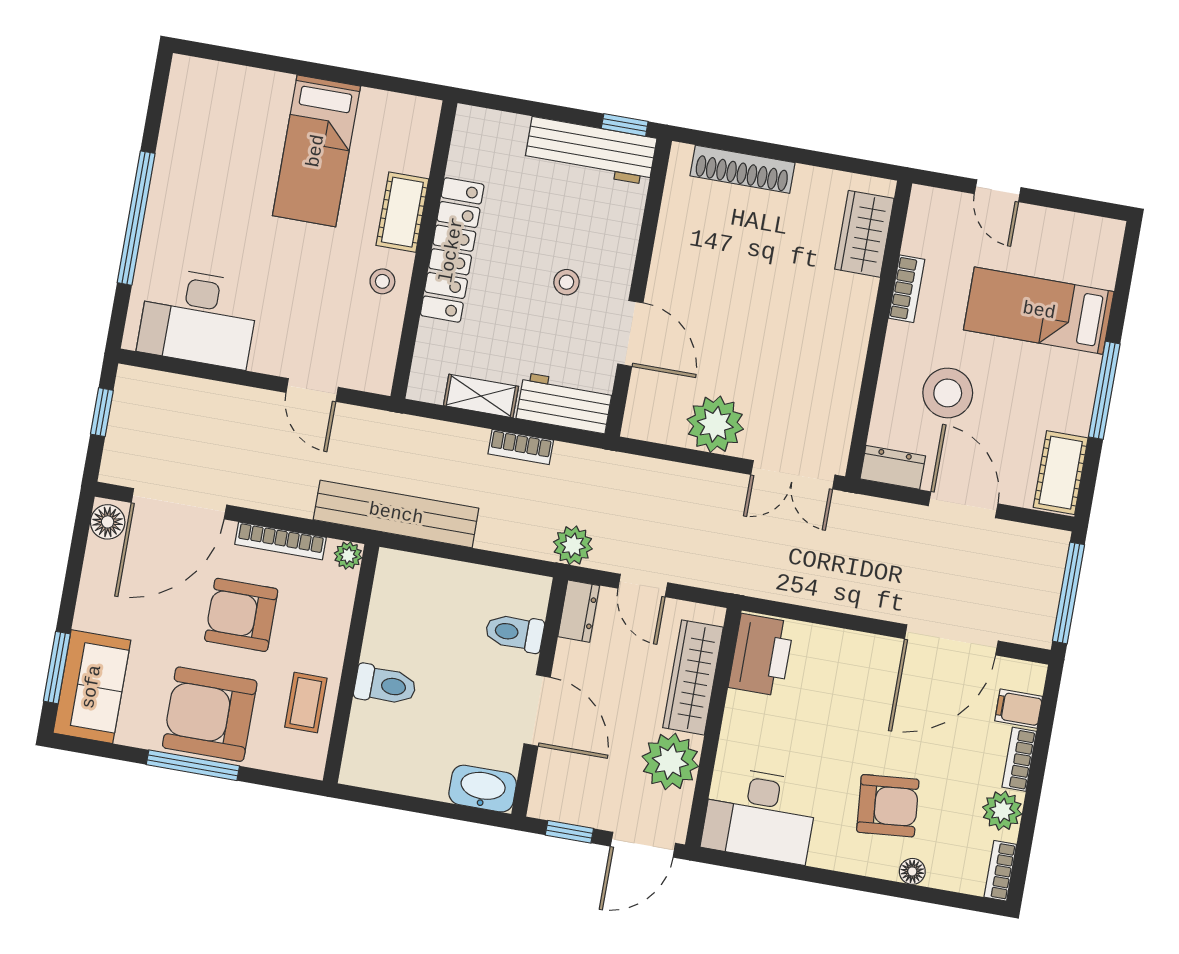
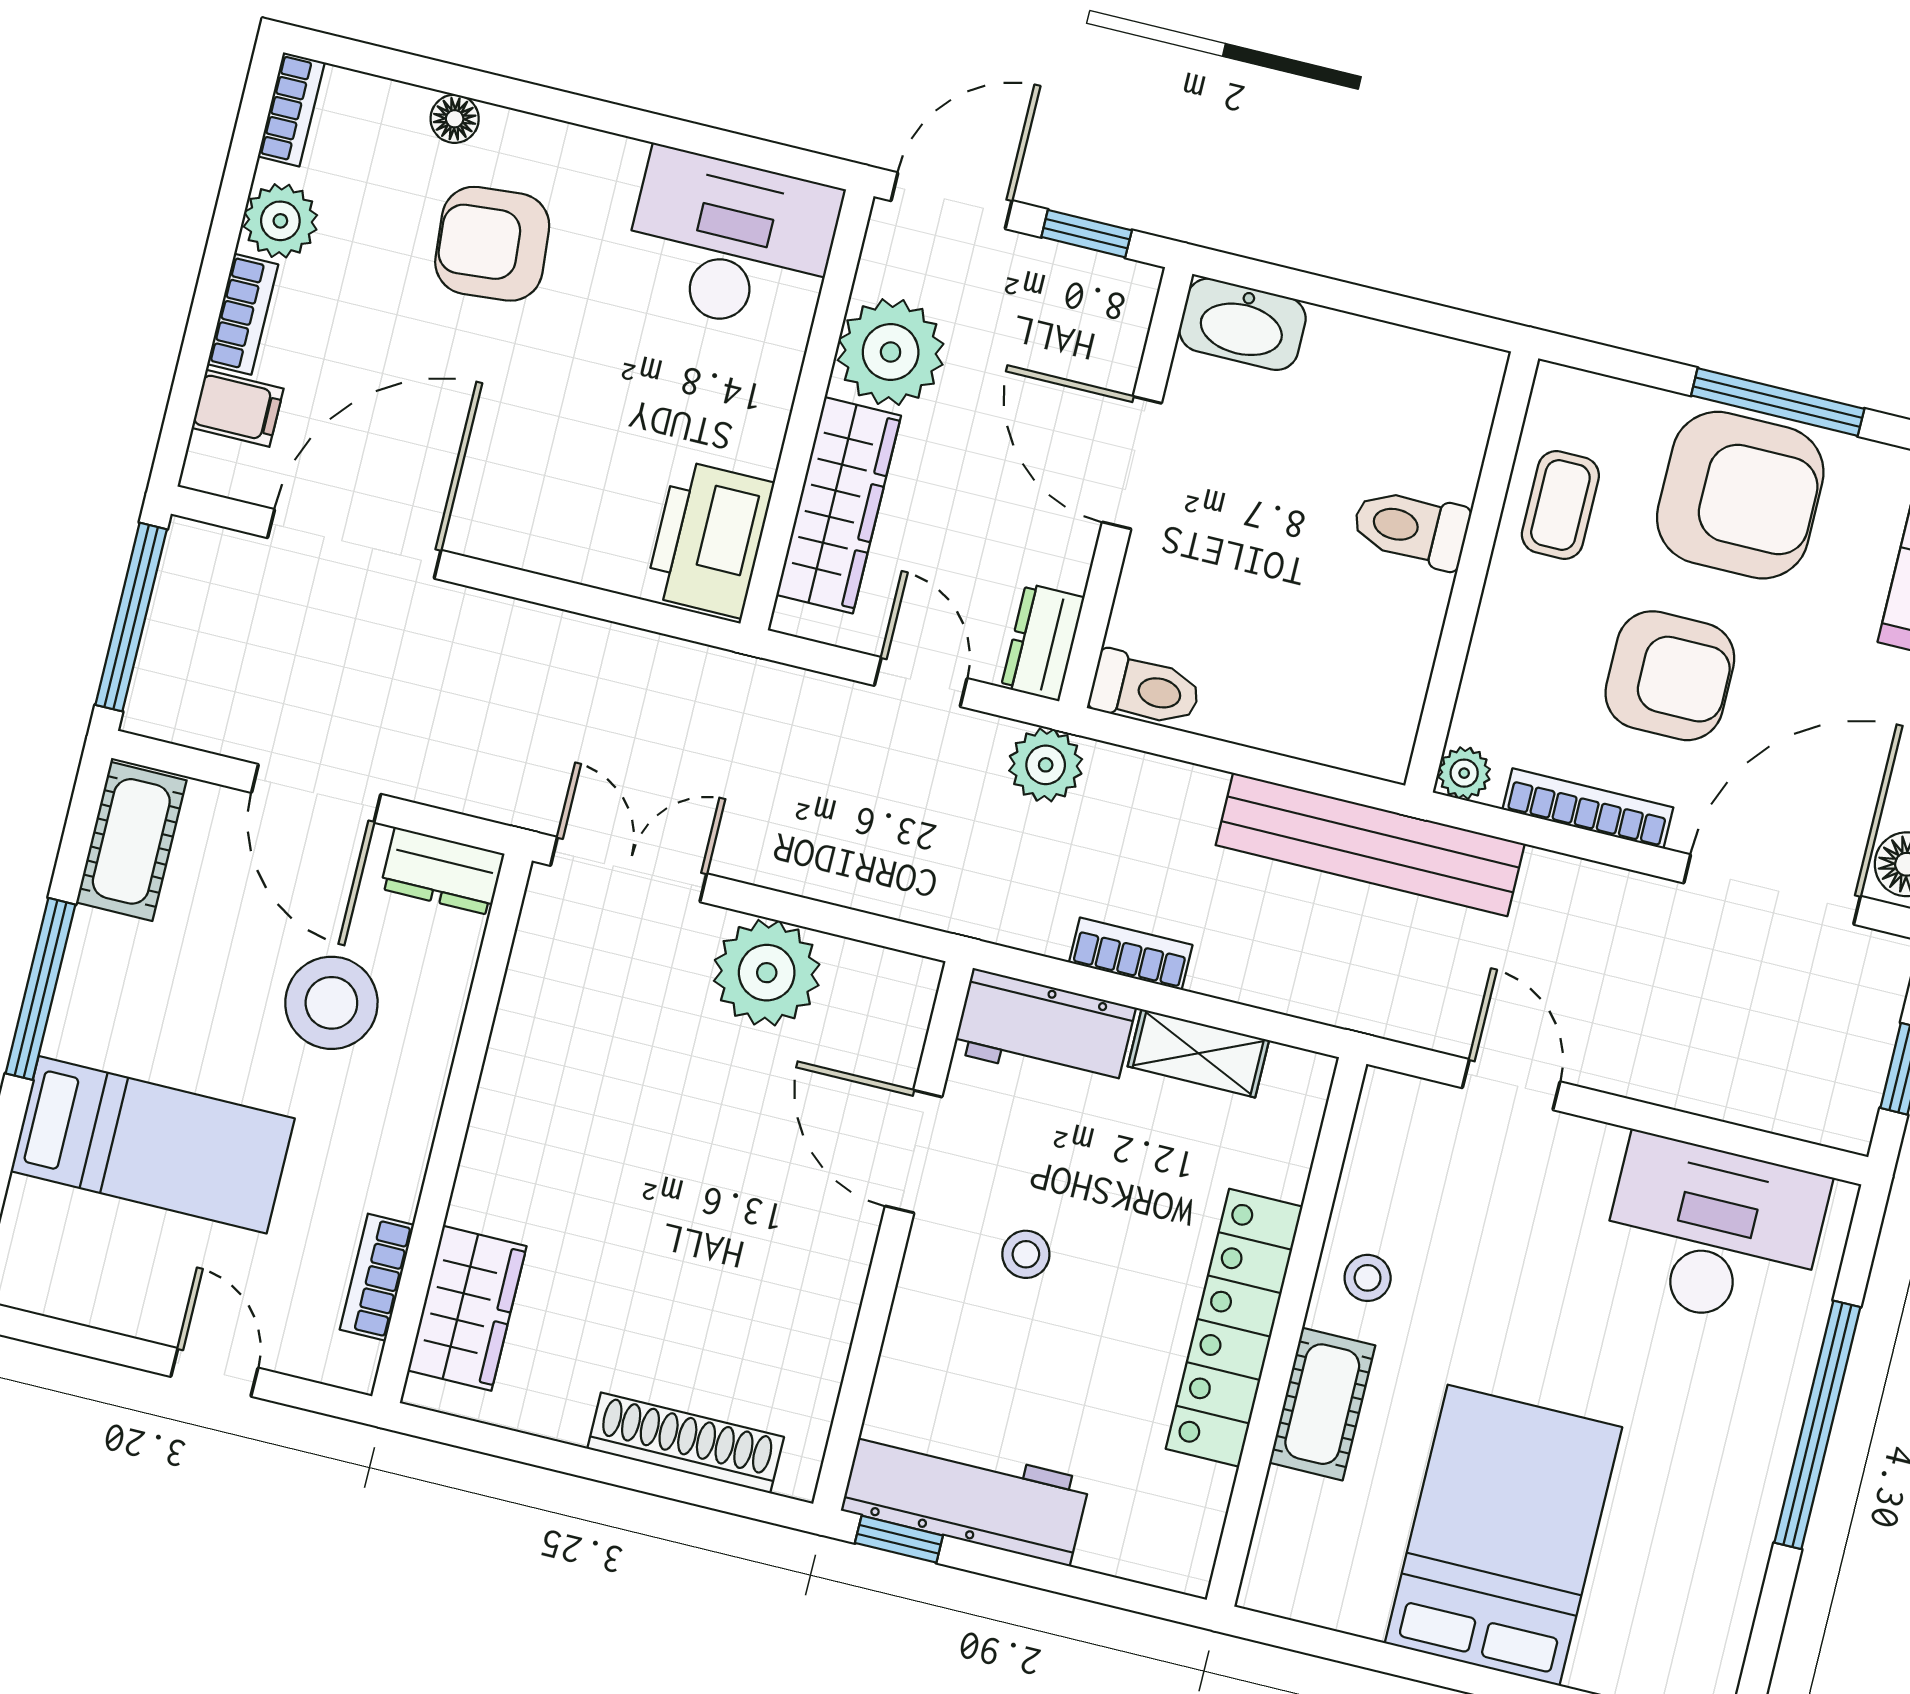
bed: (316, 151) -> (1503, 1535), width x1.50
bookcase: (907, 289) -> (377, 1277), moved
toilet: (514, 633) -> (1145, 689), moved

